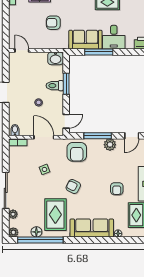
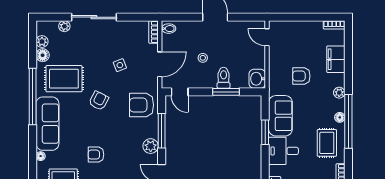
armchair: (53, 23) -> (301, 76), turned -90
door: (22, 50) -> (267, 37), swing flipped
window: (99, 52) -> (265, 132), width x0.69
plant: (13, 232) -> (42, 42), moved
window: (40, 240) -> (33, 97), moved

